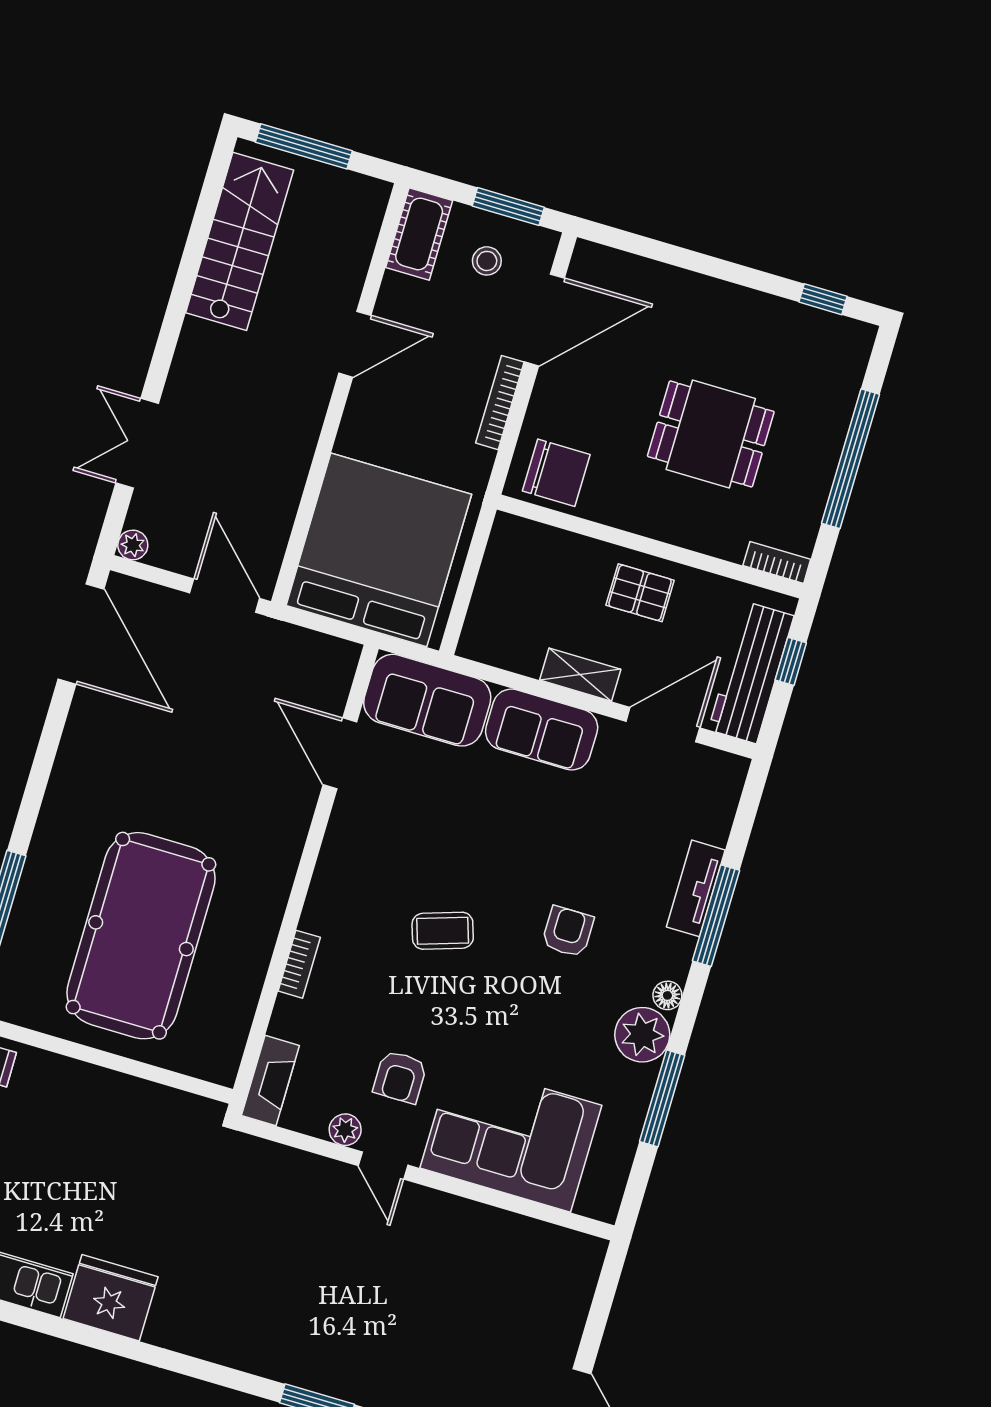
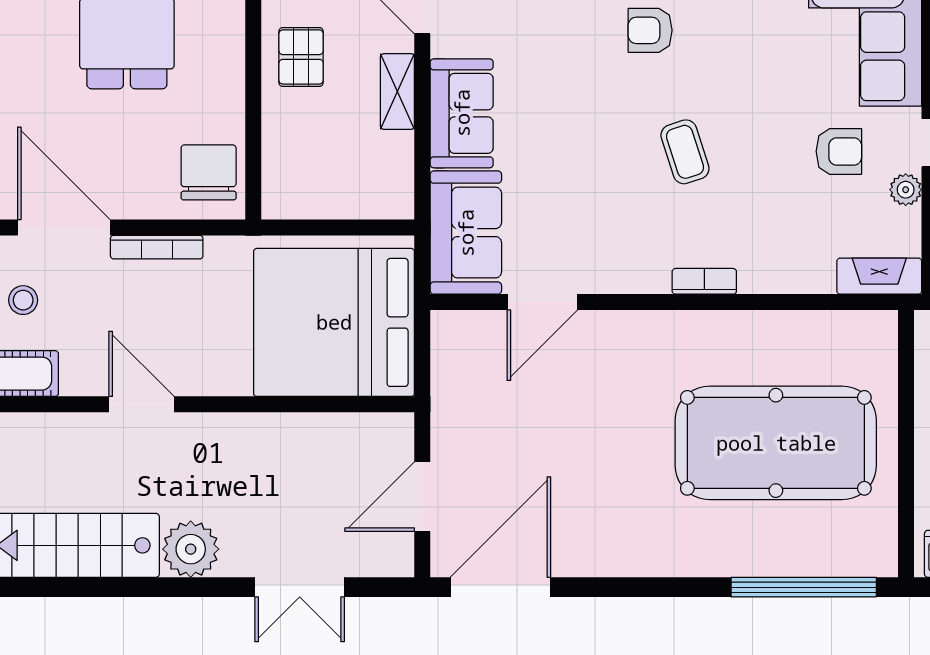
plant: (133, 545) -> (191, 549), moved, width x1.88, depth x1.88
door: (225, 596) -> (422, 497), moved
bookcase: (299, 964) -> (704, 281), moved

